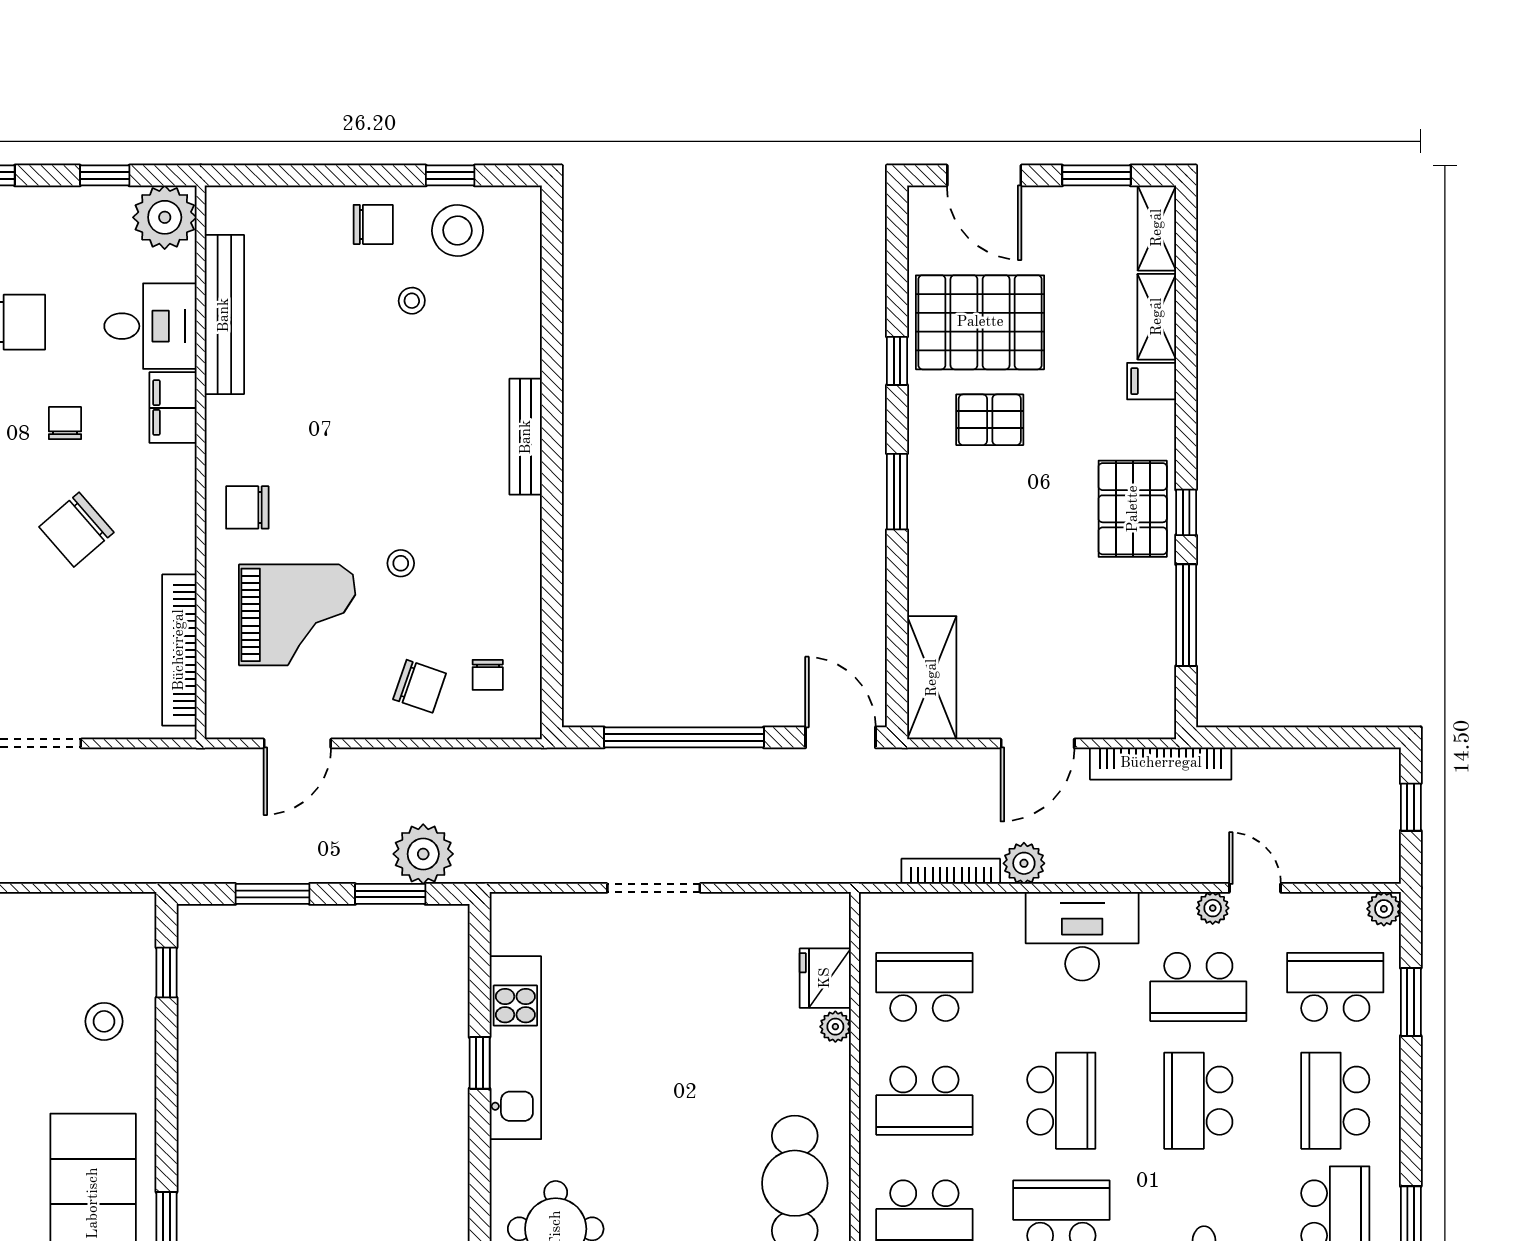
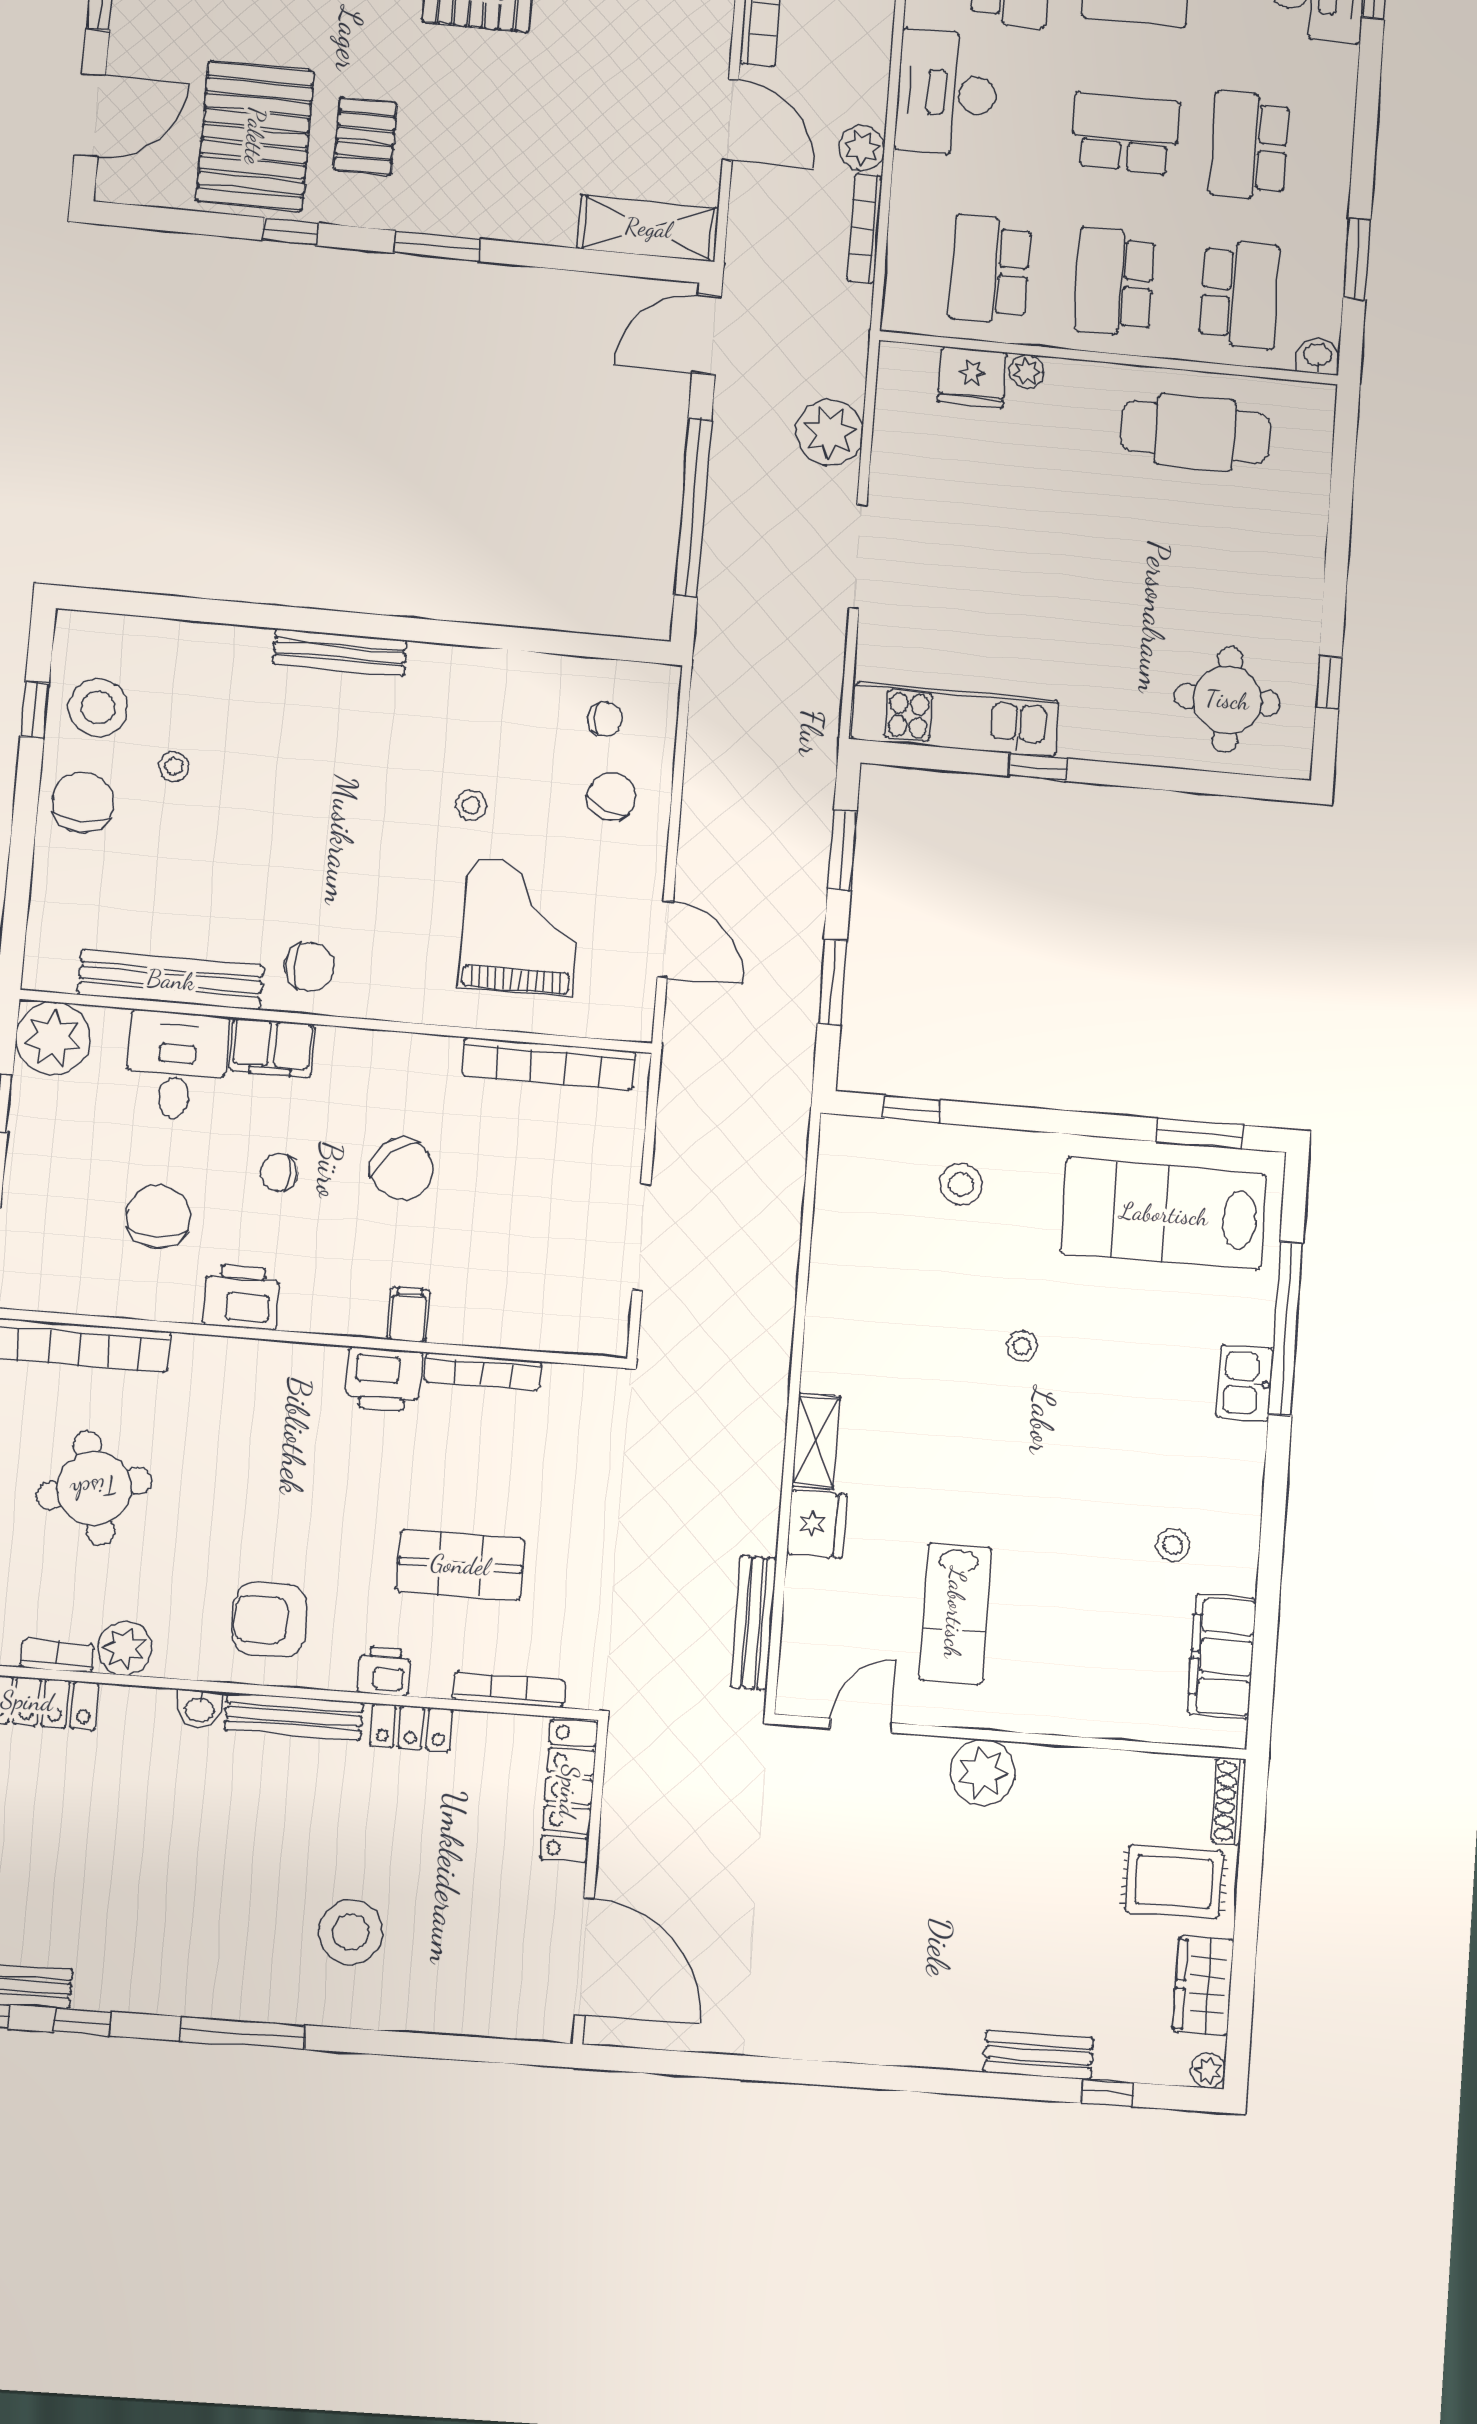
chair: (373, 224) -> (83, 802), width x1.37, depth x1.37
chair: (247, 507) -> (310, 967), moved, turned -90
plant: (423, 854) -> (829, 433), moved
kitchen unit: (515, 1048) -> (955, 720), moved
school desk: (924, 1101) -> (1115, 282), turned 180

